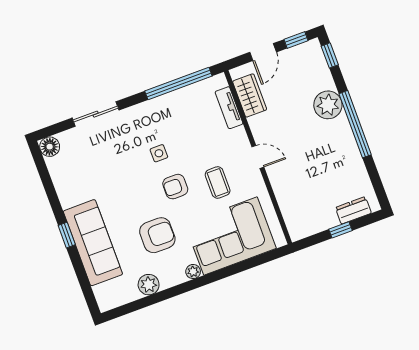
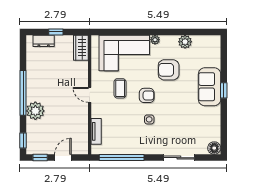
wardrobe: (250, 95) -> (81, 48), moved
sofa: (93, 243) -> (210, 87), width x0.73

